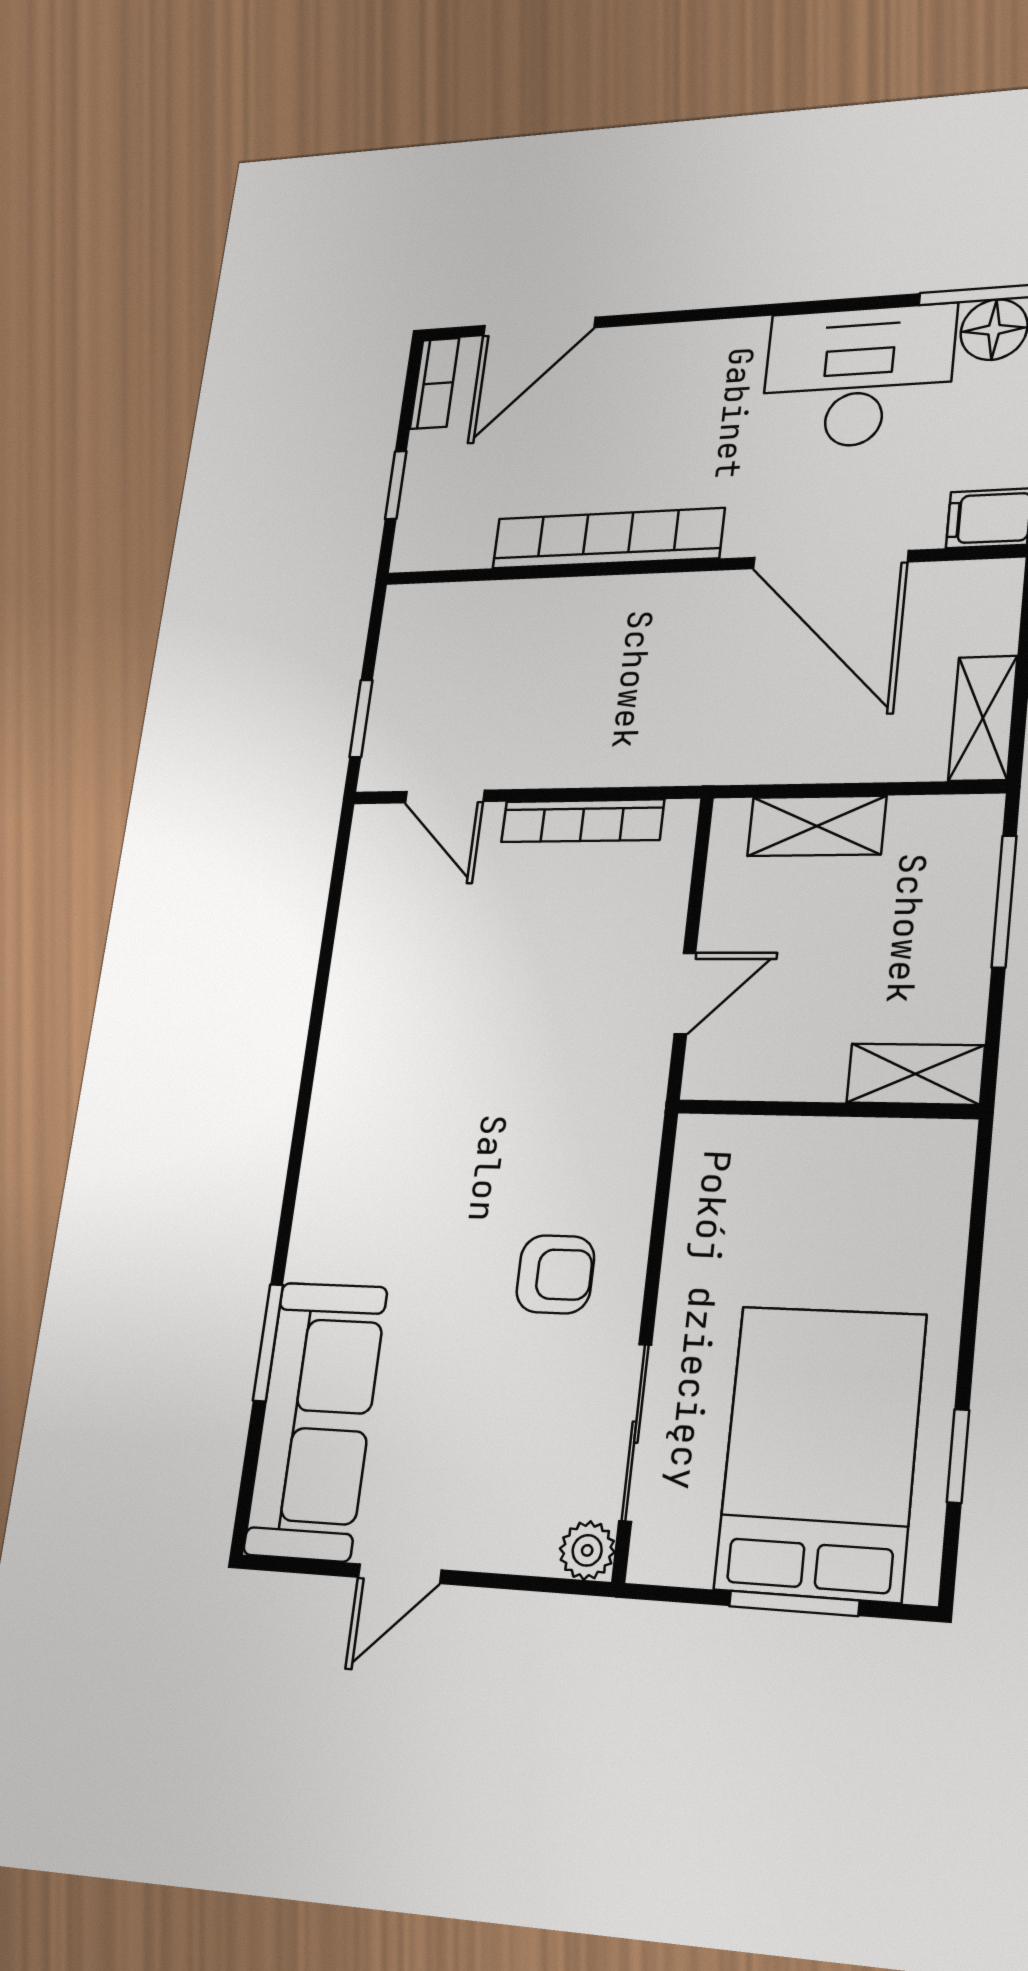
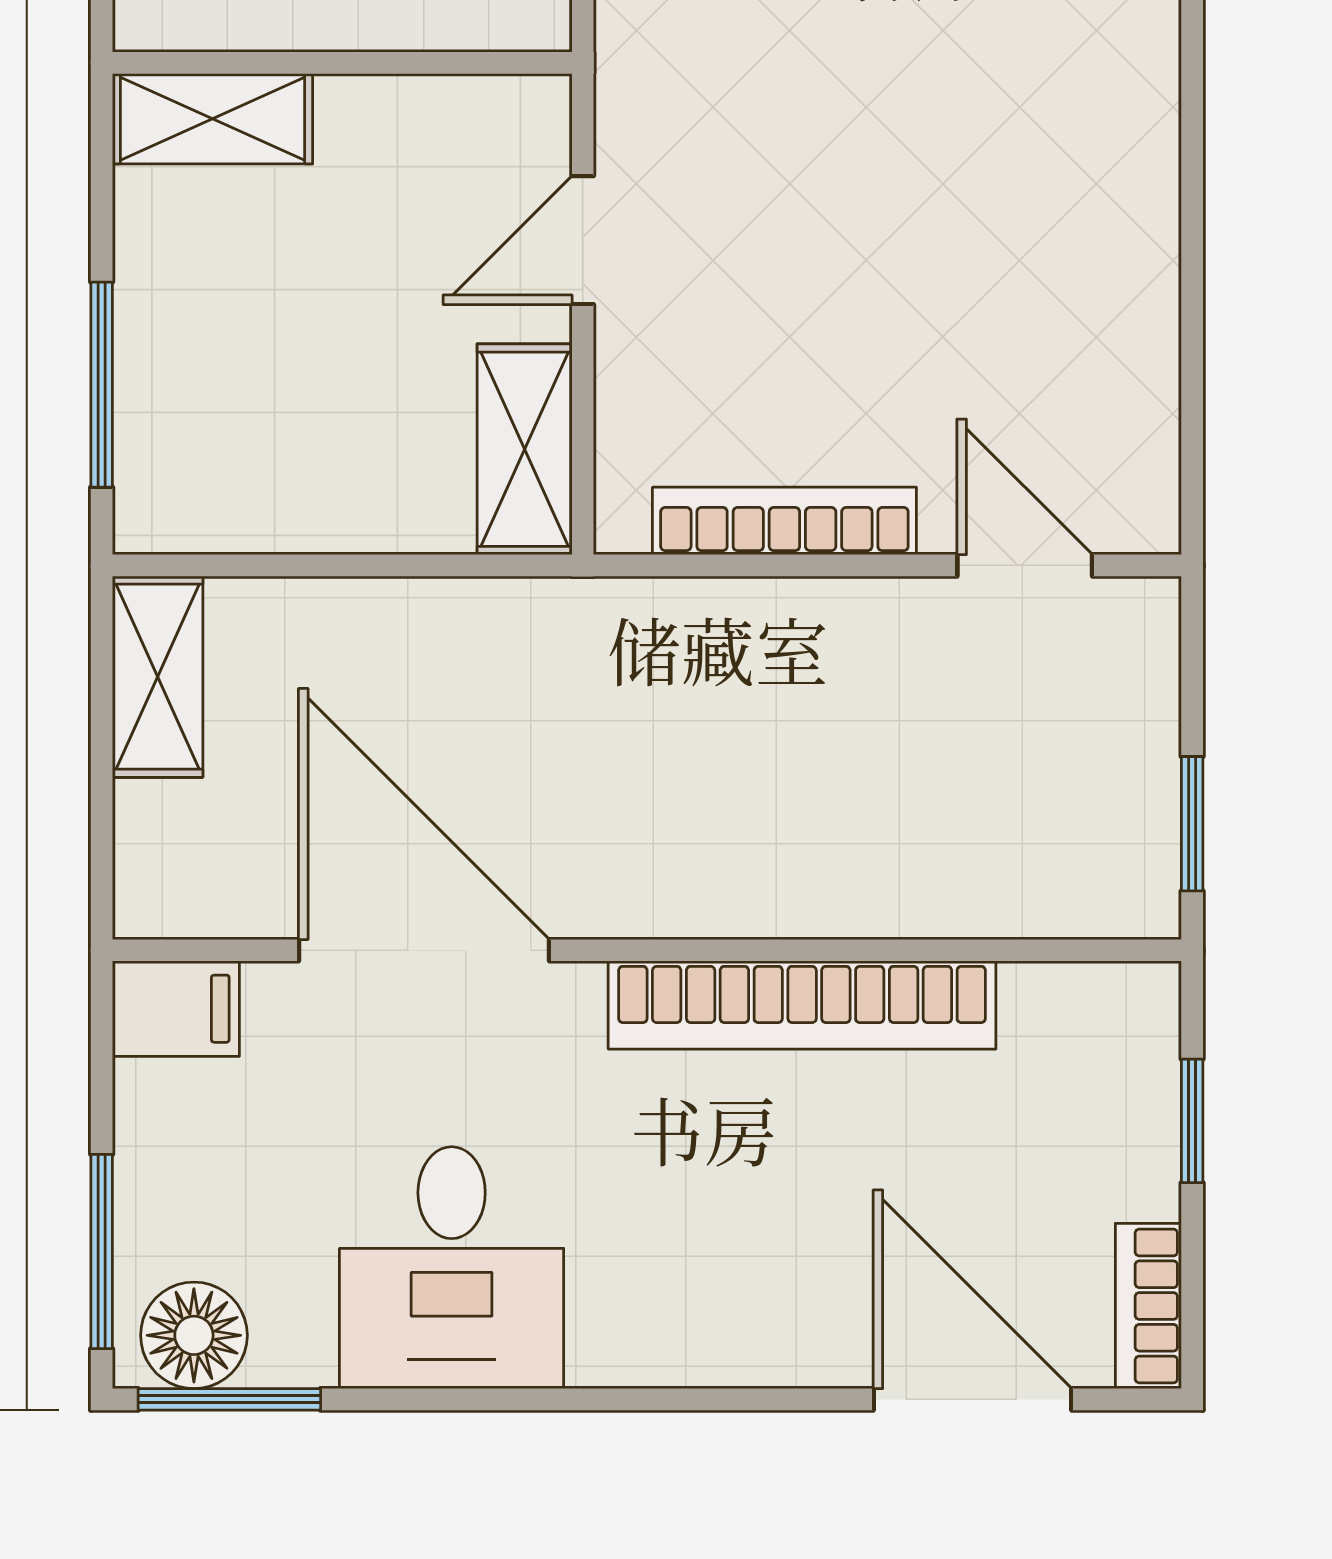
door: (539, 327) -> (972, 1399), hinge flipped
desk: (858, 377) -> (452, 1268), width x0.73
window: (361, 718) -> (1192, 824), moved
shelving: (817, 826) -> (525, 449), moved, turned 90

